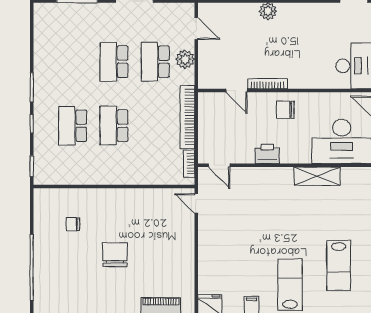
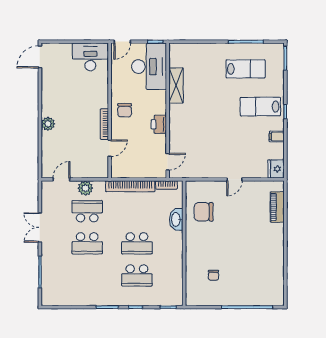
school desk: (155, 62) -> (87, 211), turned 180
washbasin: (145, 176) -> (176, 219), added
door: (196, 203) -> (234, 179), moved
chair: (115, 255) -> (204, 212), moved

